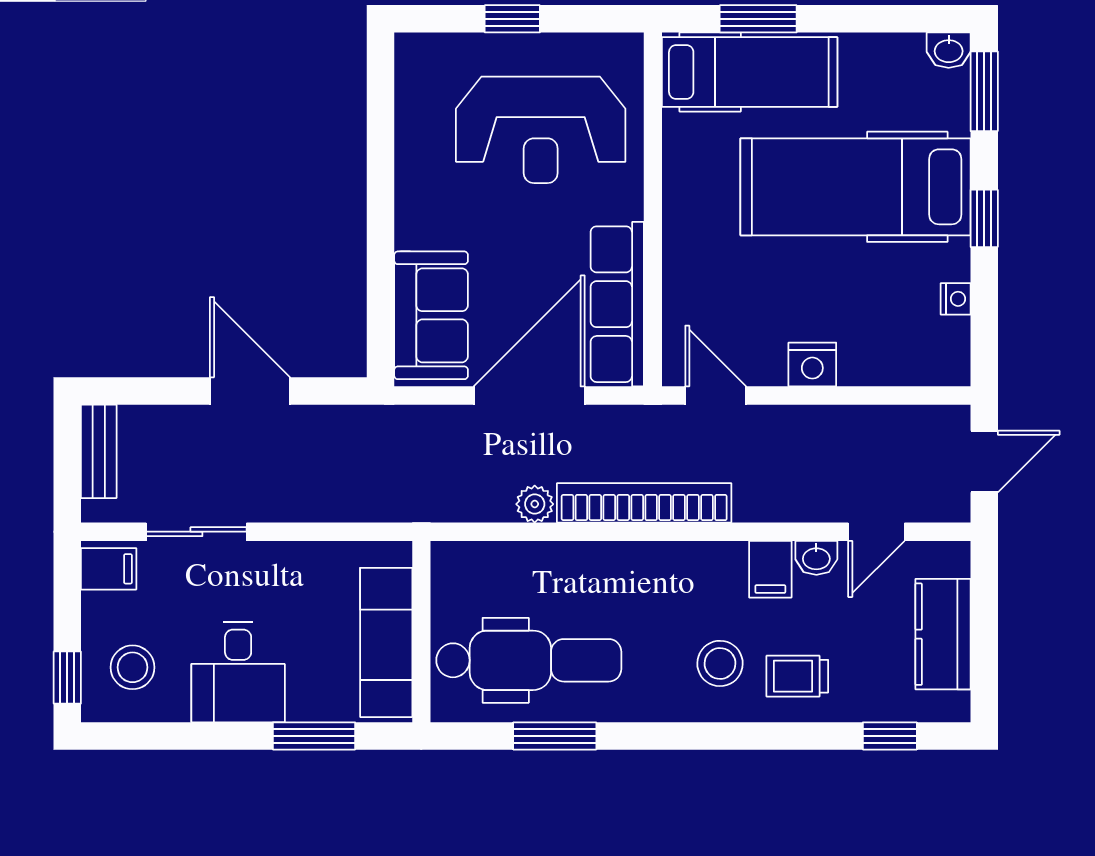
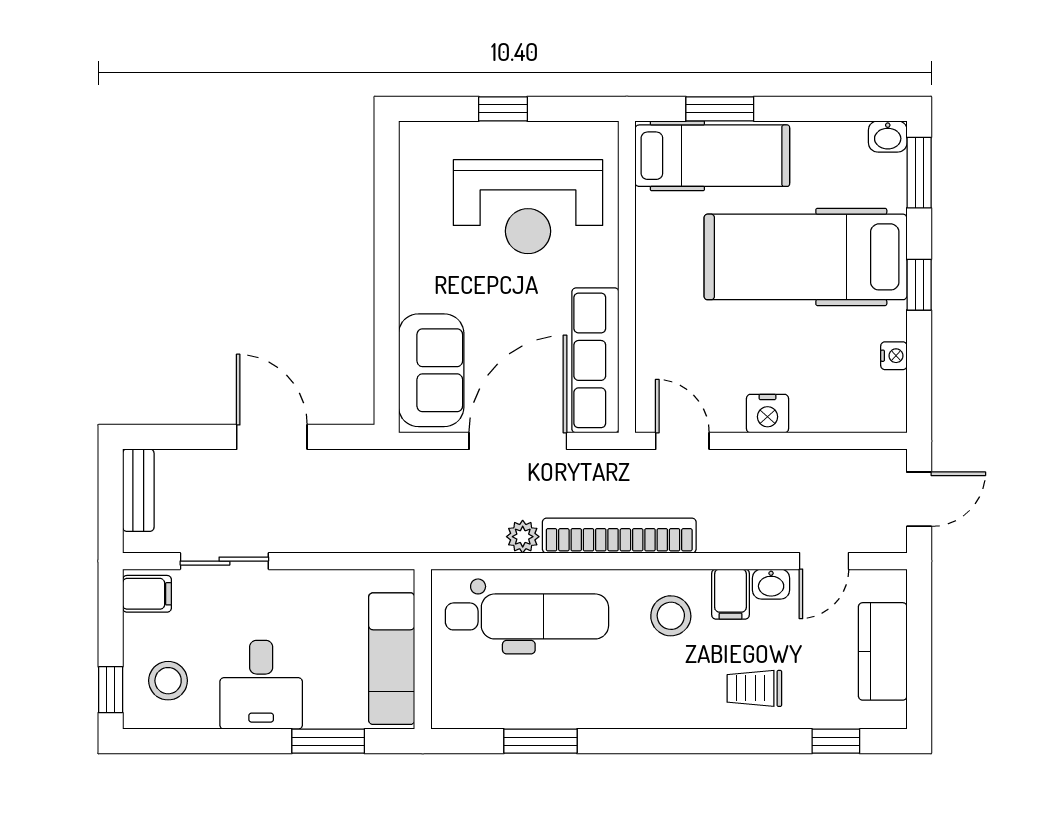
dental chair: (529, 660) -> (527, 616), moved
stool: (720, 663) -> (671, 616), moved

